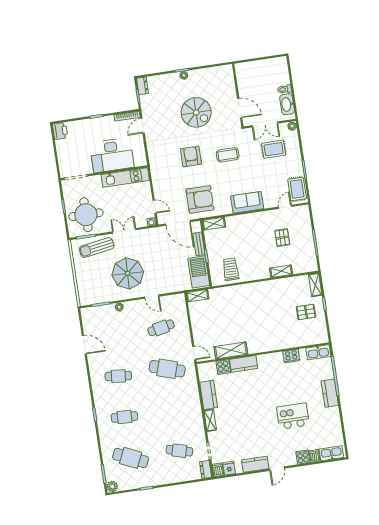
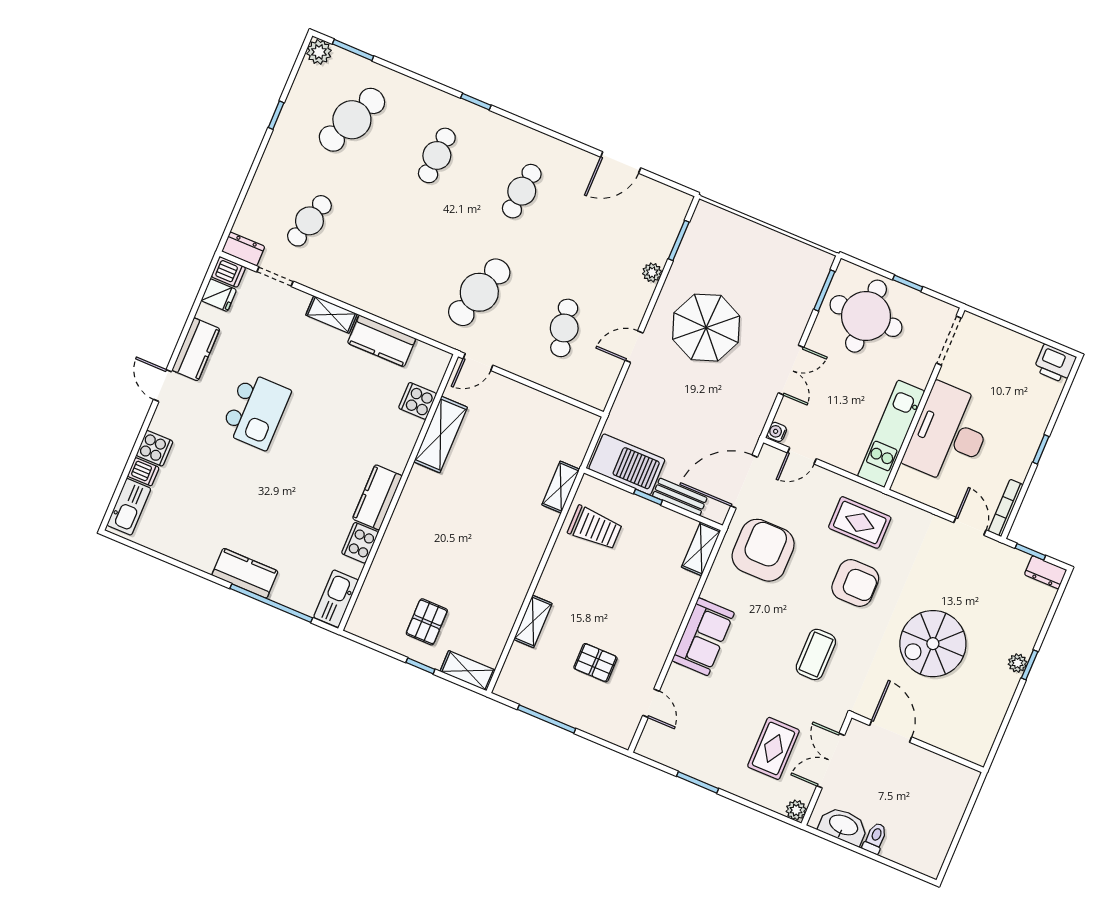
door: (240, 108) -> (891, 731), swing flipped
rug: (297, 189) -> (860, 522), moved
armchair: (200, 199) -> (763, 550), turned 180
sun lounger: (97, 247) -> (791, 298), removed
shelving: (198, 296) -> (561, 487), moved
kitchen counter: (244, 364) -> (377, 497), moved
kitchen island: (293, 416) -> (256, 411), moved

